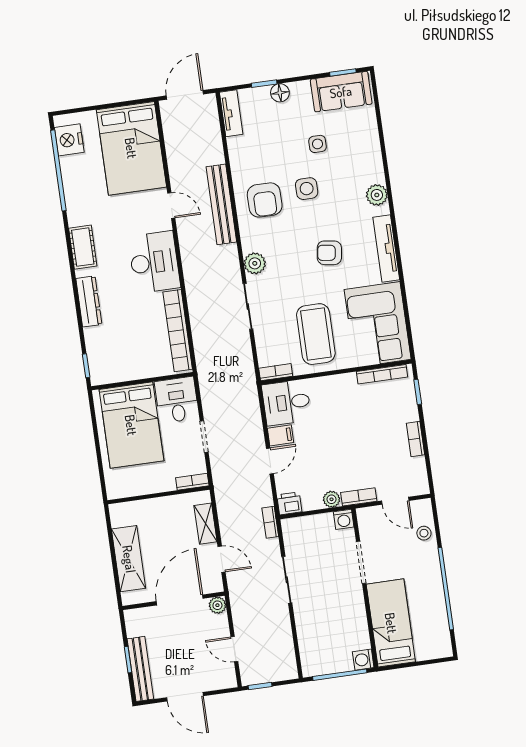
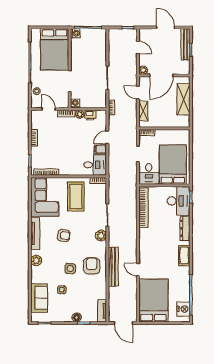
sofa: (341, 92) -> (39, 298), moved, turned 90
door: (185, 95) -> (123, 323), hinge flipped
desk: (154, 262) -> (179, 201), moved, turned 180
printer: (289, 503) -> (90, 115), moved
bed: (391, 623) -> (55, 49), width x1.50

